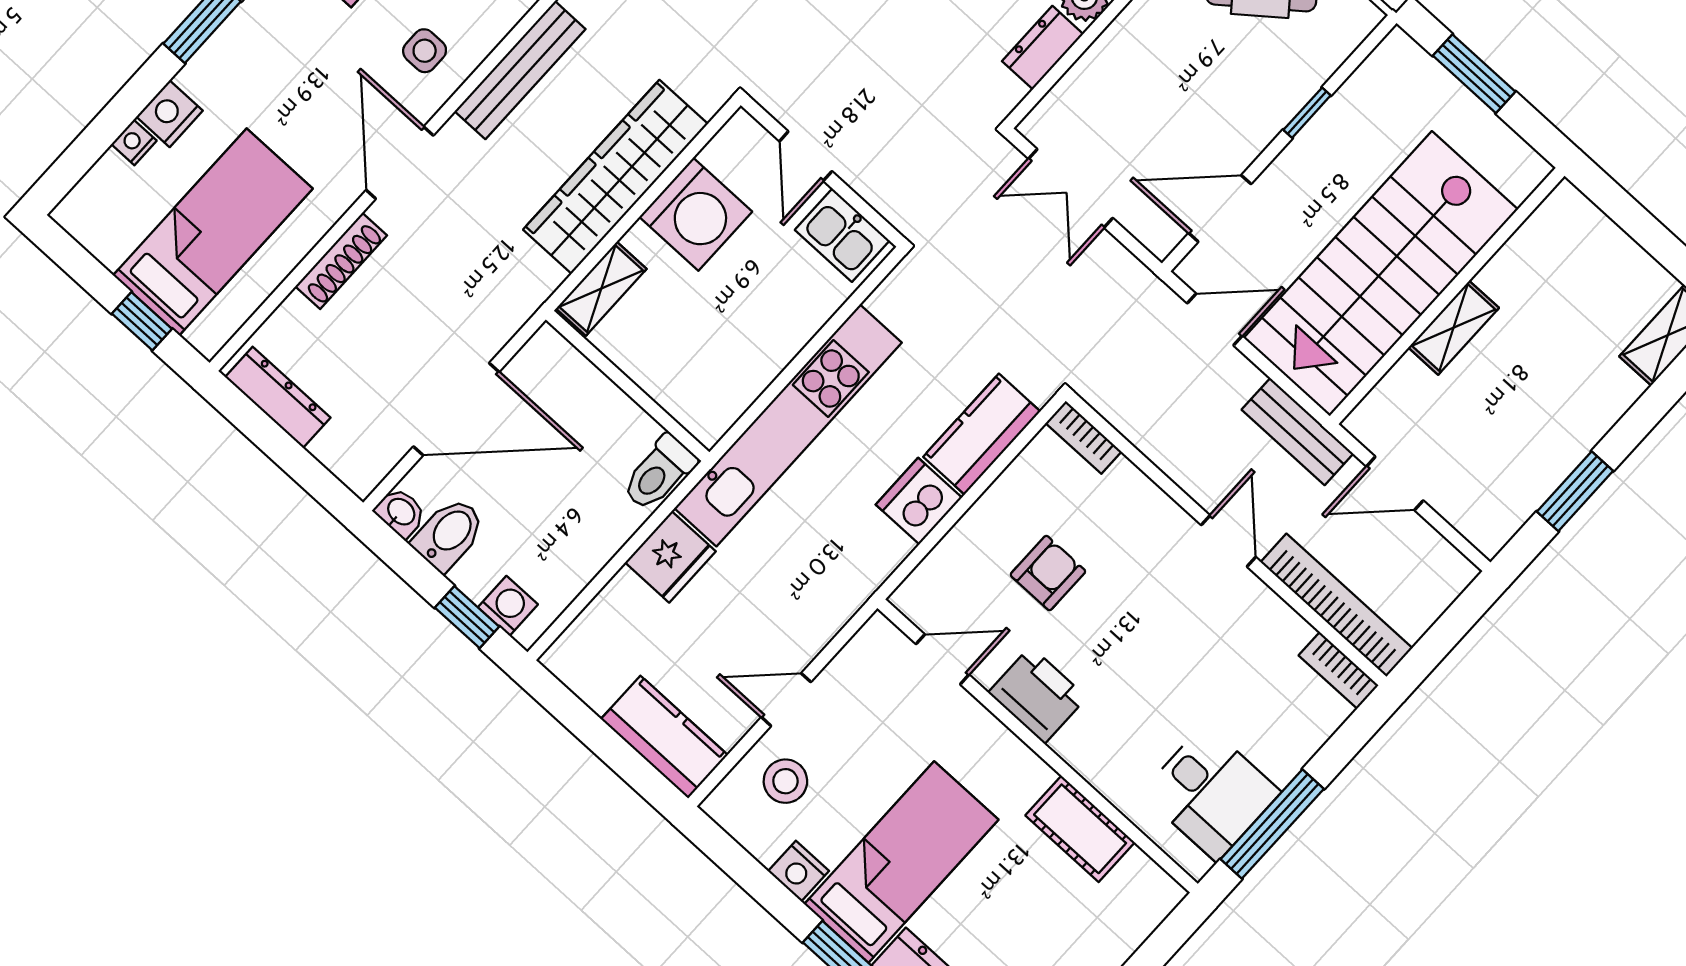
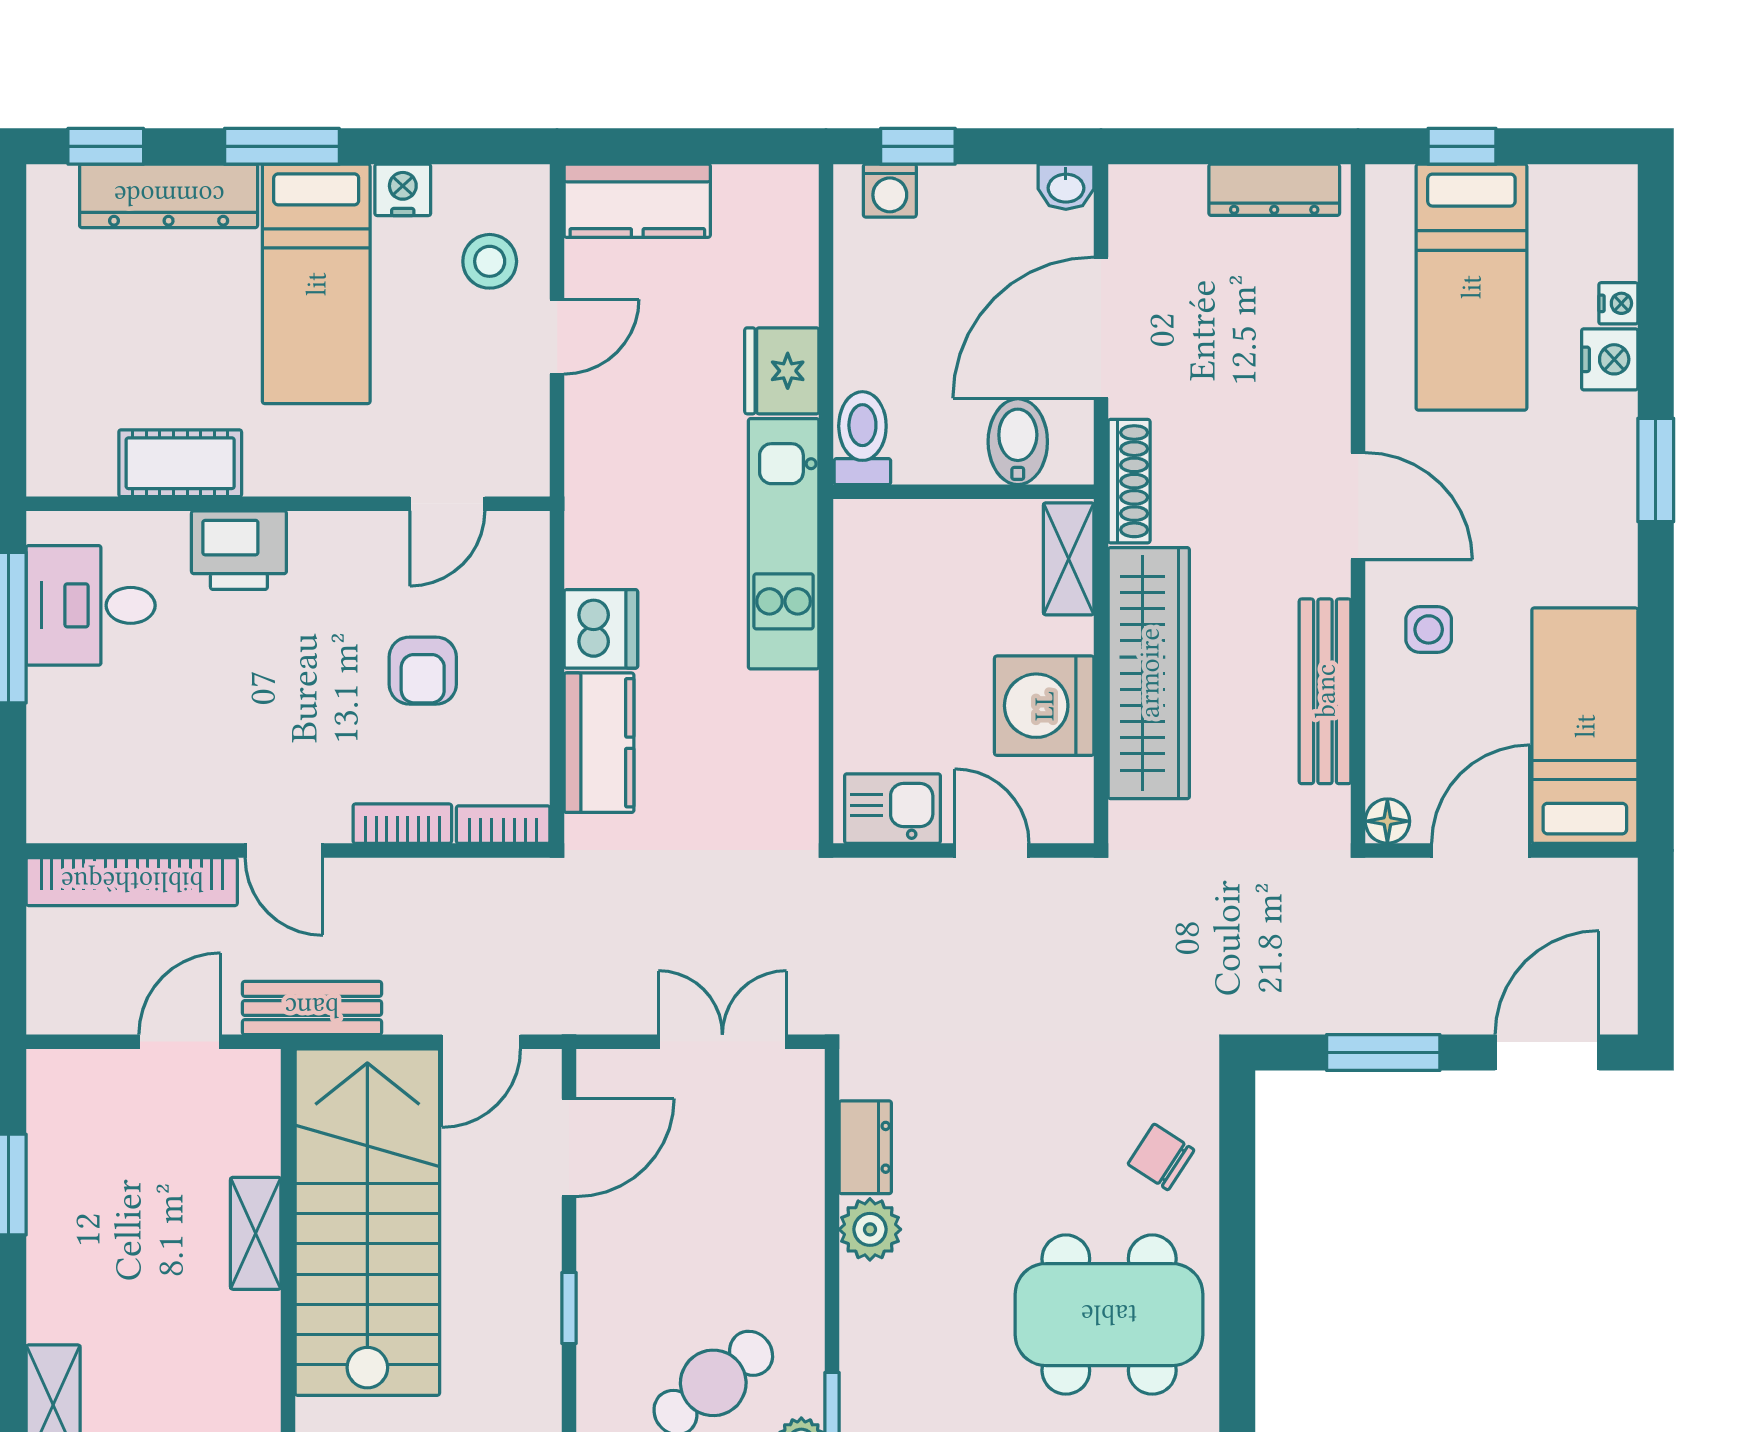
shoe rack: (341, 261) -> (1129, 481), moved, turned 180
kitchen unit: (788, 425) -> (784, 544), width x0.73
bidet: (449, 534) -> (1018, 442), moved, turned 180
bookcase: (1339, 670) -> (402, 824), moved
printer: (1037, 695) -> (239, 550), moved

